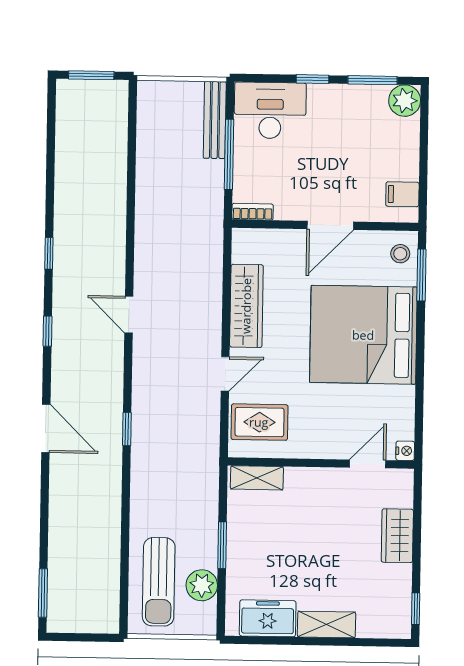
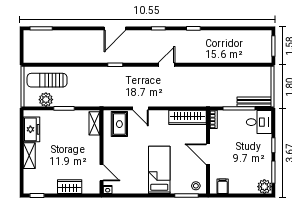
desk: (270, 110) -> (259, 122), width x0.73
wardrobe: (246, 306) -> (188, 117), moved
bed: (363, 335) -> (159, 170), width x0.49

